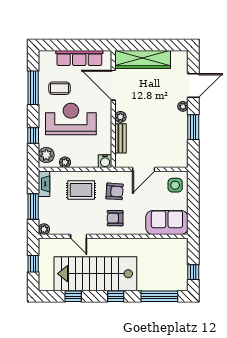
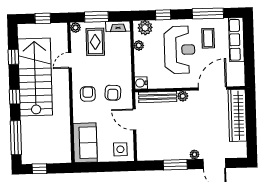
row of seats: (79, 58) -> (236, 40), moved
bench: (120, 138) -> (158, 97), width x1.36
rug: (81, 190) -> (95, 42), moved

